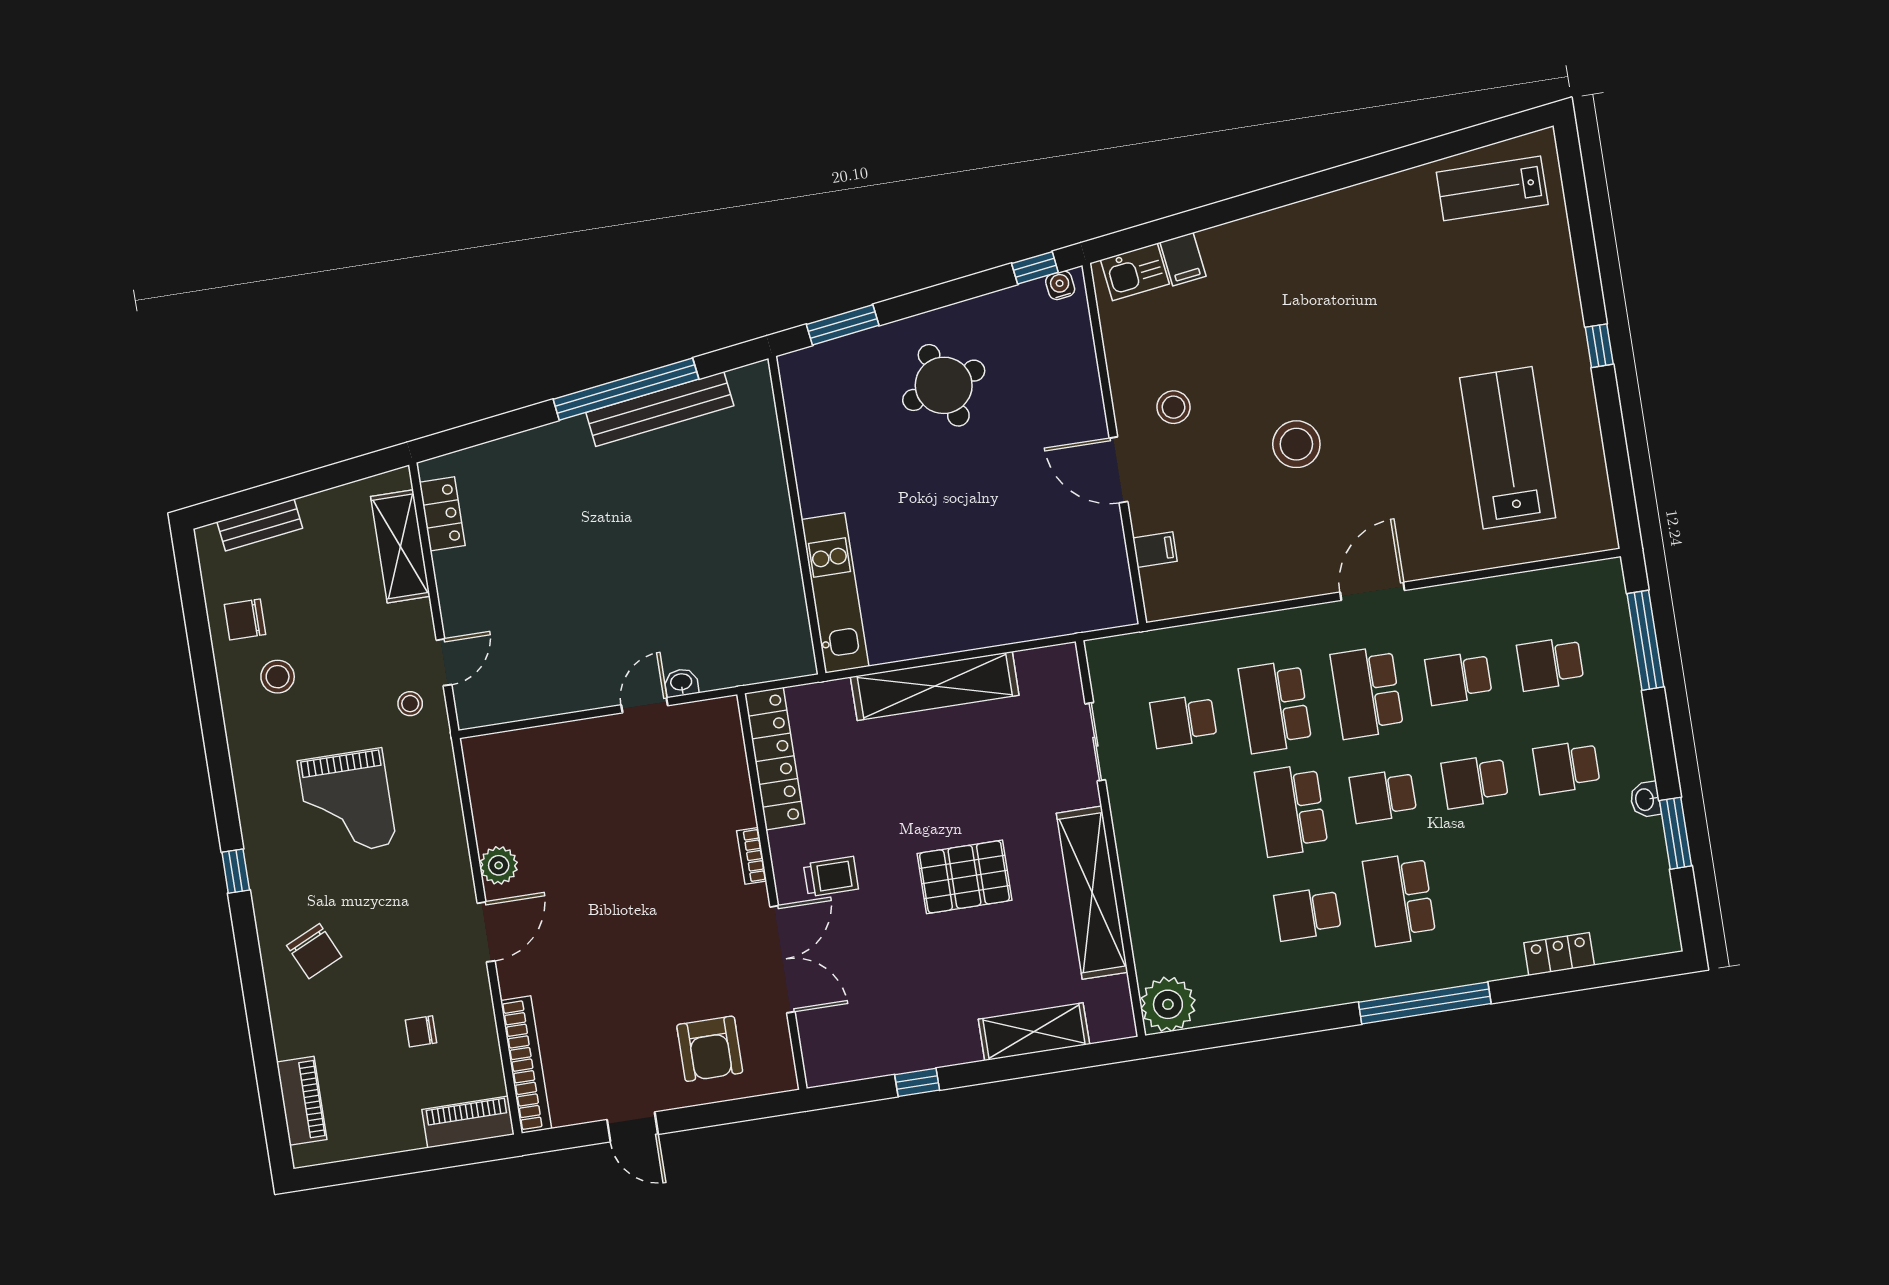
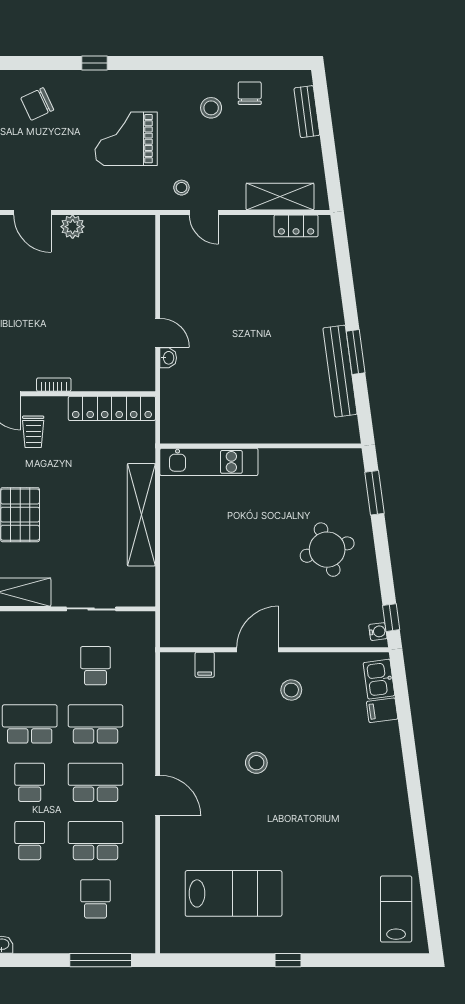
window: (626, 389) -> (356, 352), width x0.47
stool: (1296, 444) -> (256, 763), width x0.73, depth x0.73
school desk: (1459, 678) -> (96, 841), width x1.85
school desk: (1566, 767) -> (30, 899), removed

